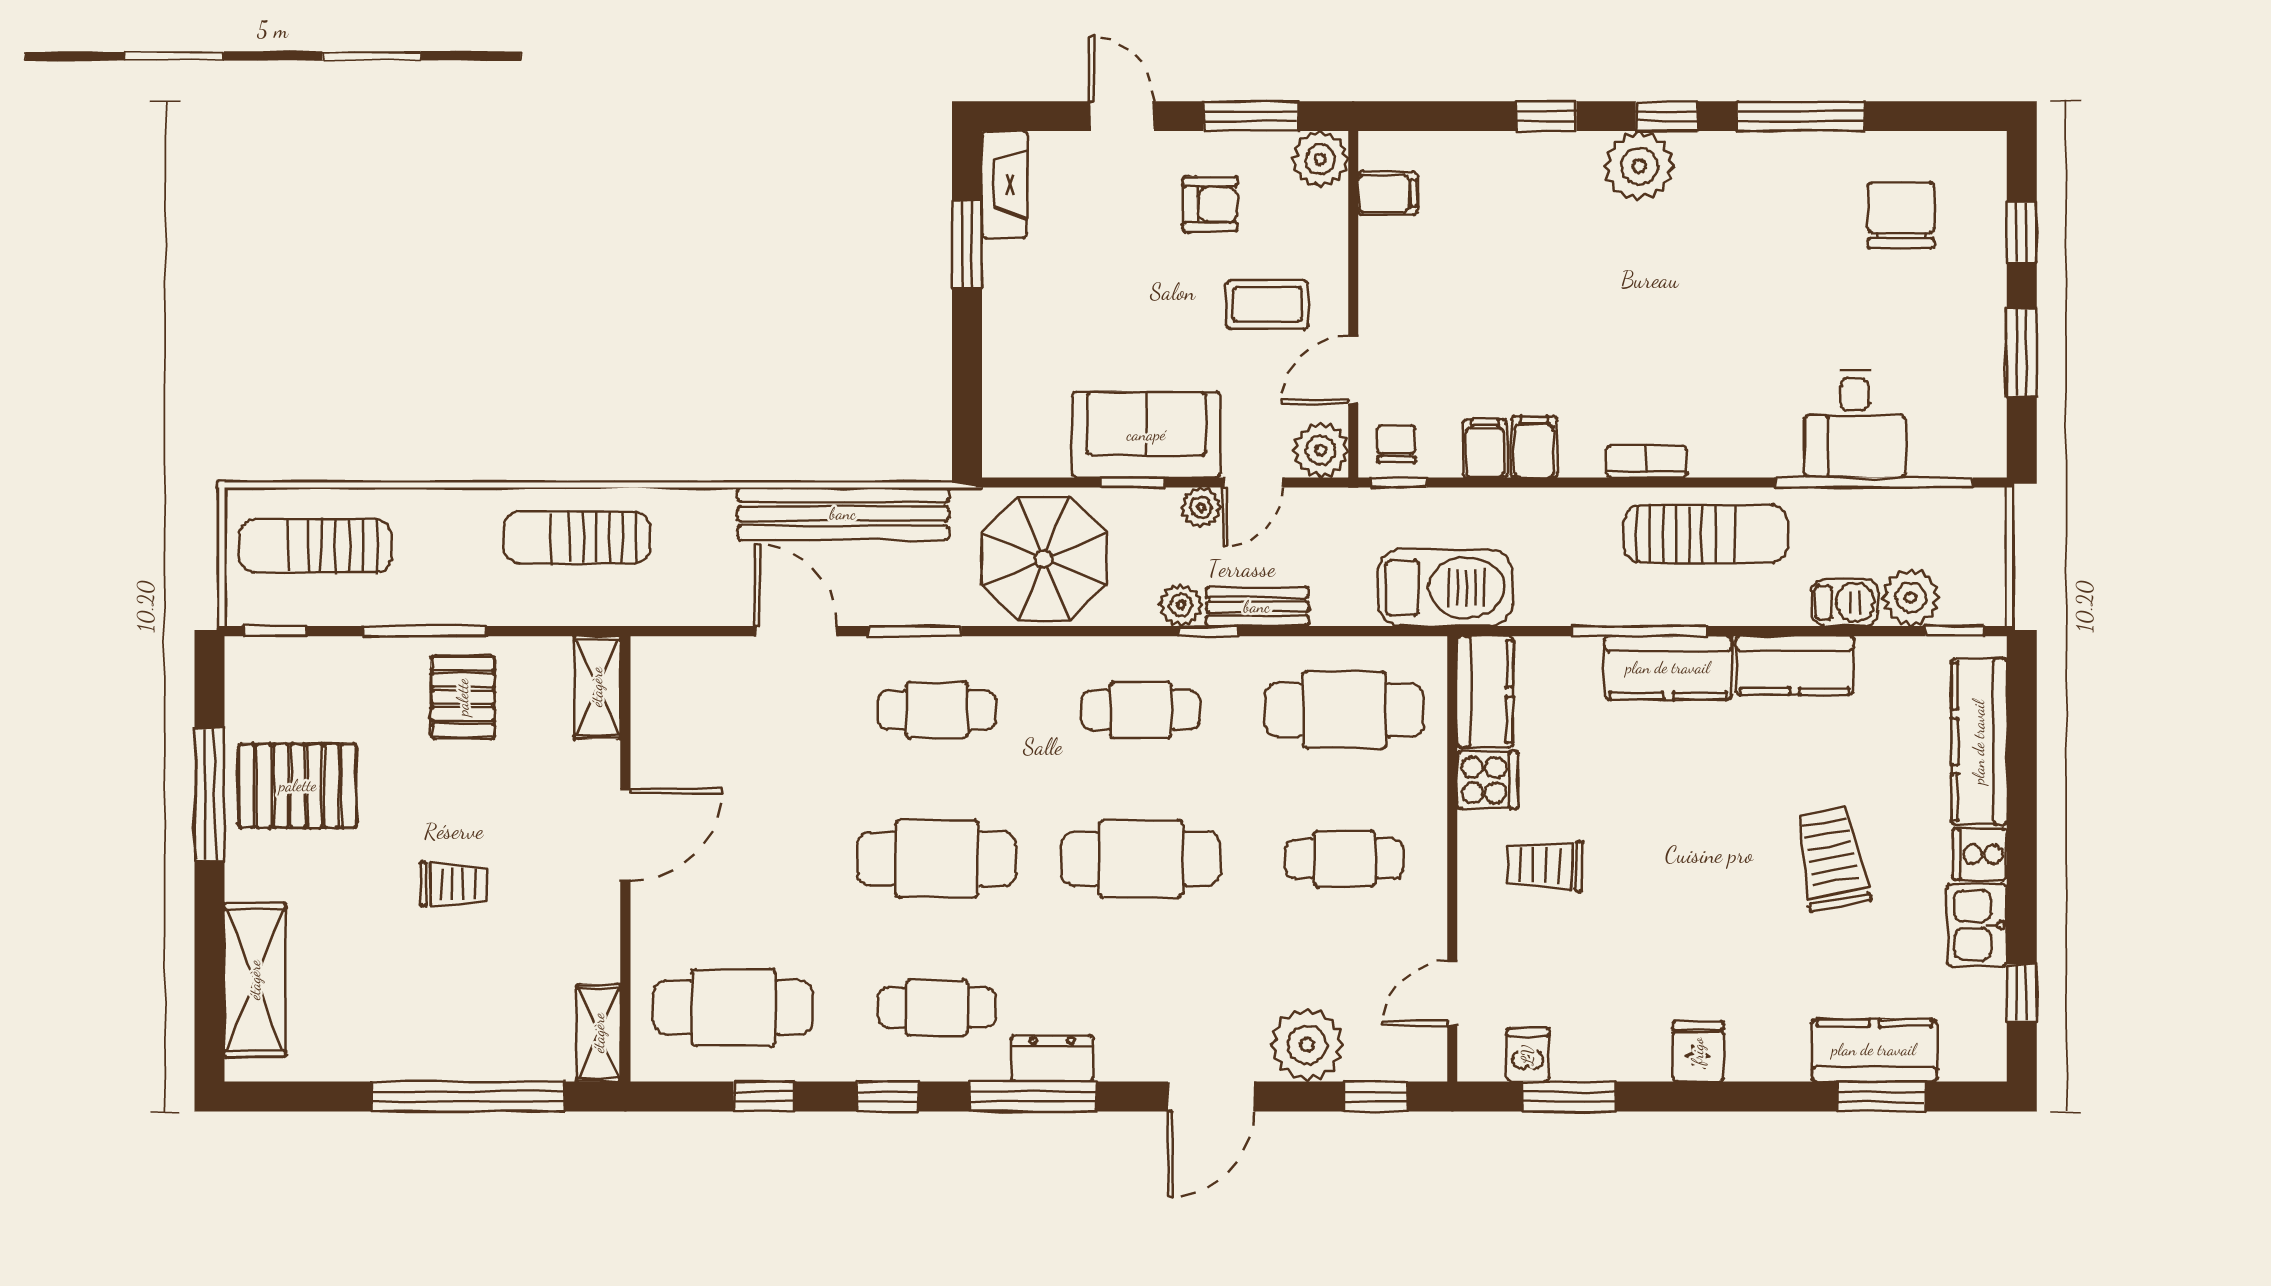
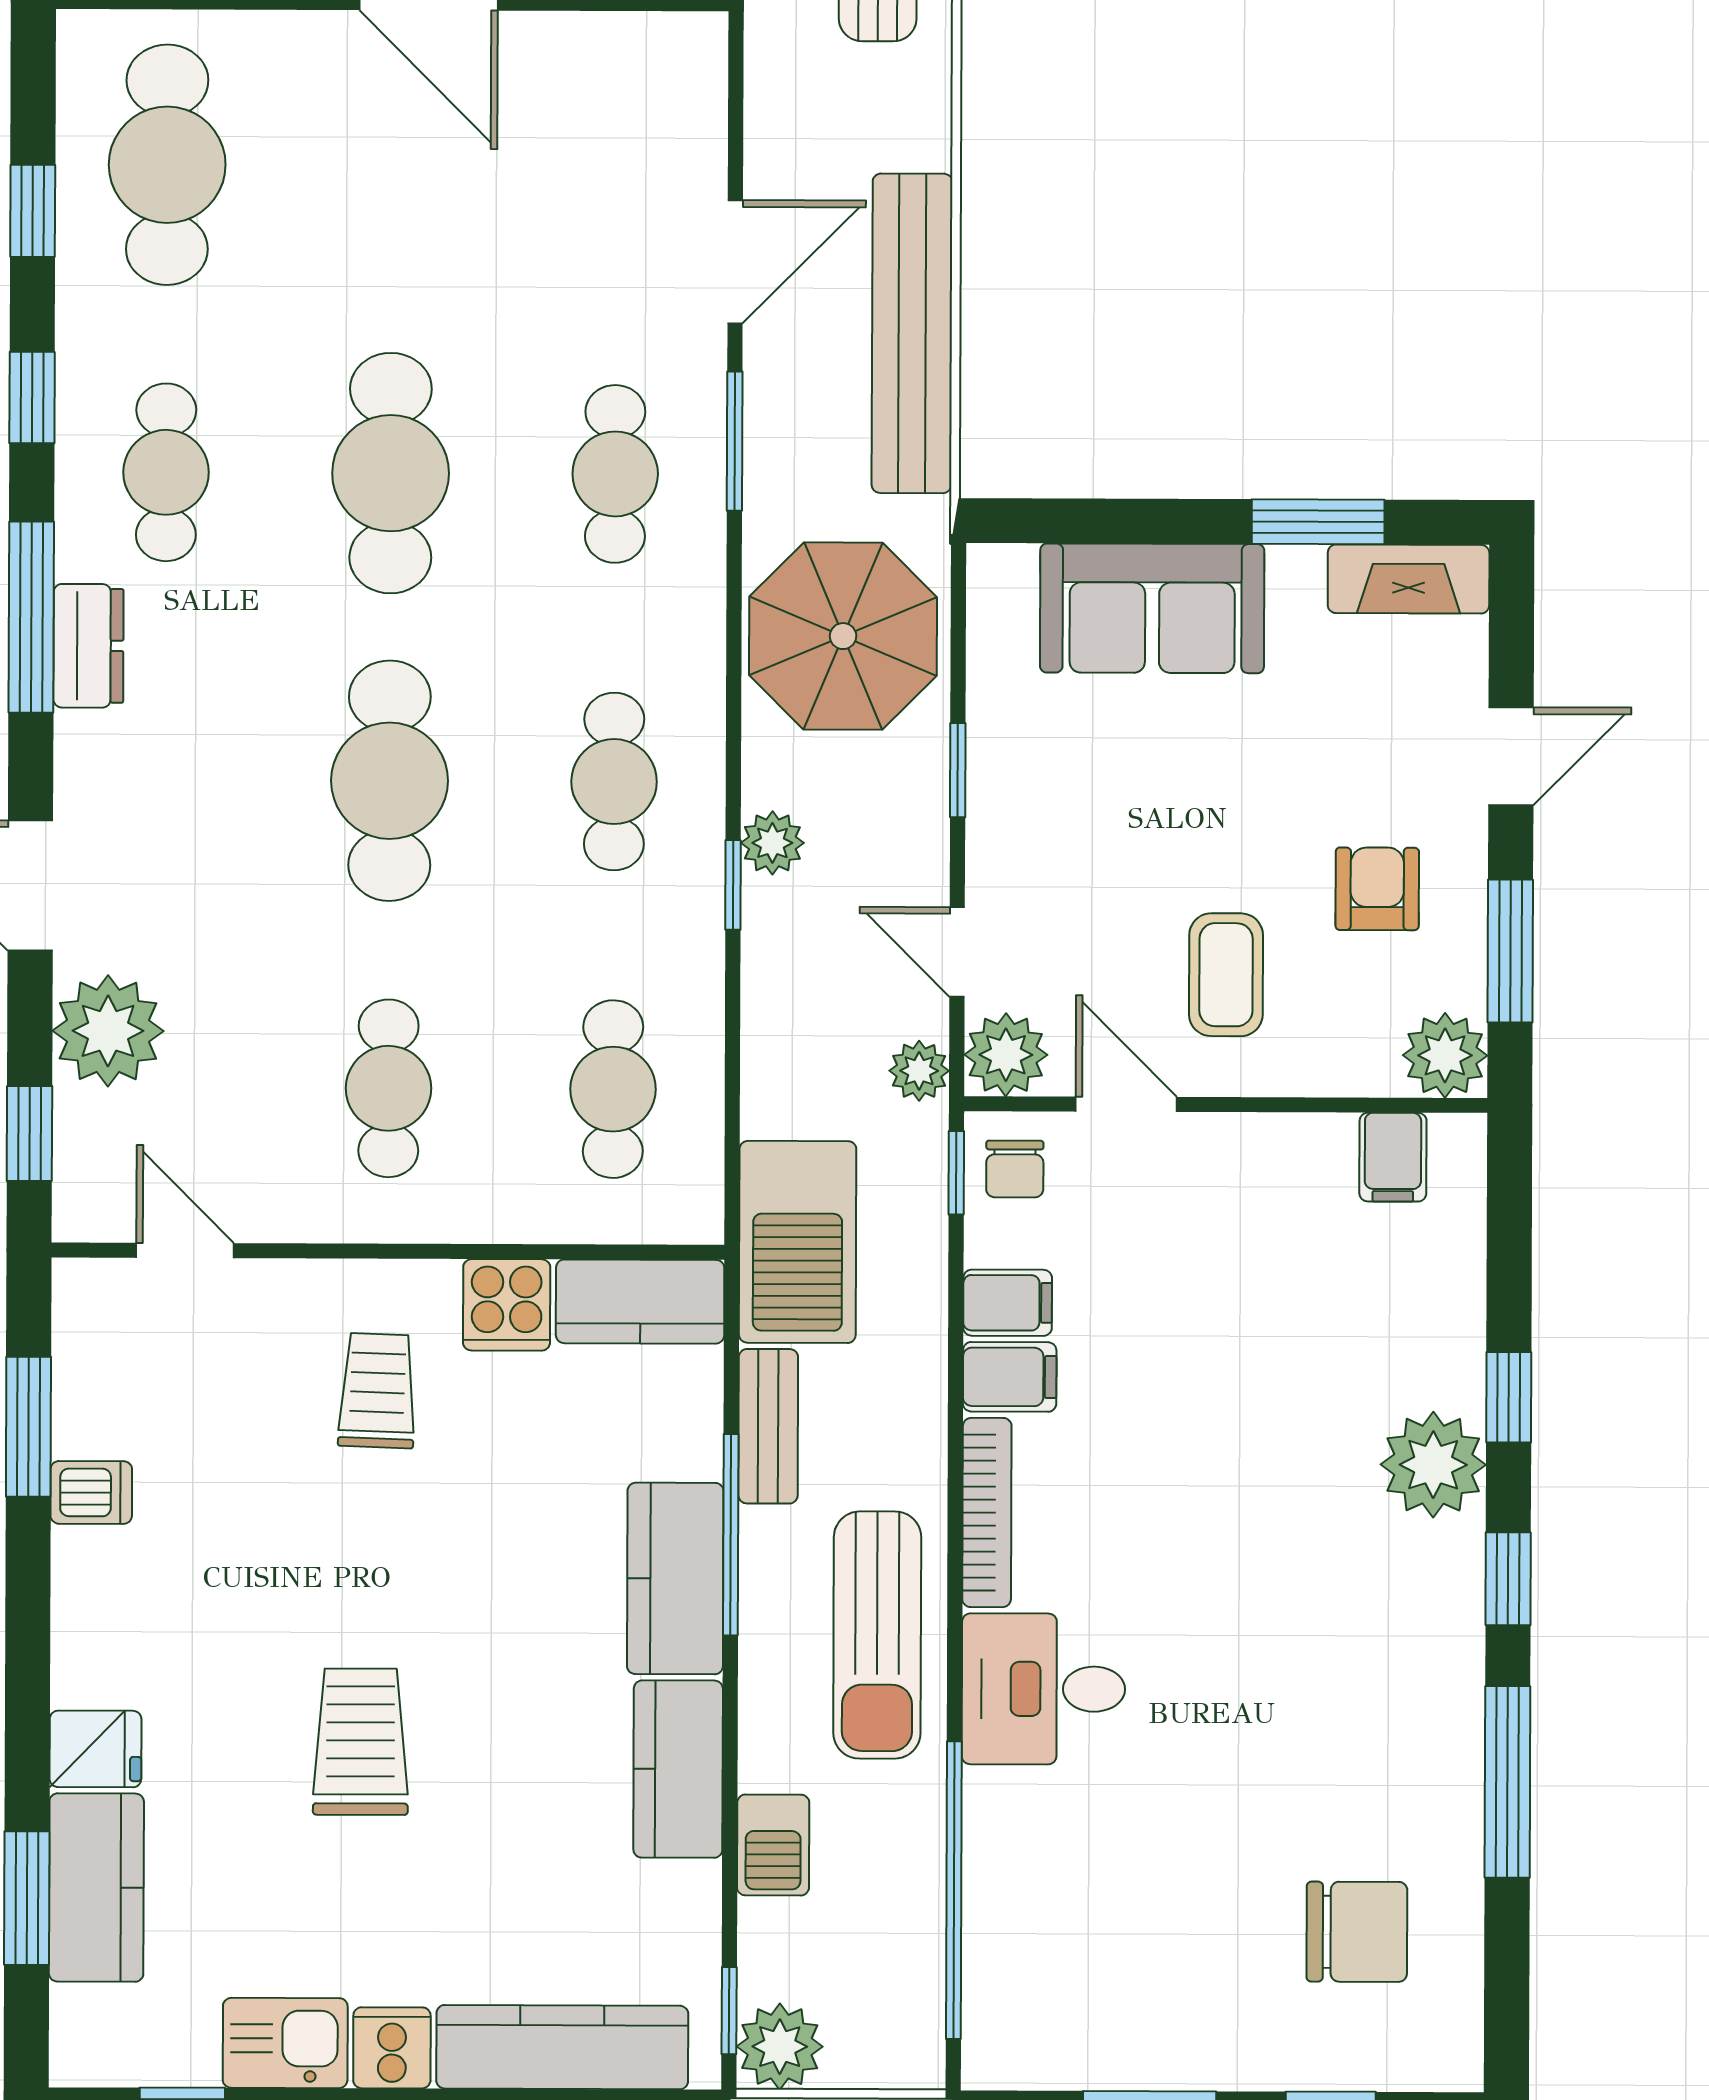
plant: (1639, 166) -> (1433, 1465), moved
armchair: (1210, 204) -> (1377, 889), turned 180
desk: (1855, 424) -> (1043, 1689), moved
sofa: (1146, 435) -> (1152, 608), moved, turned 90
chair: (1396, 444) -> (1015, 1169), turned 90
bookcase: (1647, 462) -> (987, 1512), width x1.56
plant: (1201, 507) -> (919, 1071), moved
plant: (1911, 597) -> (780, 2047), moved
bench: (1257, 607) -> (768, 1426), moved
cafe table: (1344, 710) -> (613, 1089), width x0.73, depth x0.74
trolley: (1832, 859) -> (361, 1742), moved, turned -79
fridge: (1698, 1051) -> (95, 1749), moved
dishwasher: (1528, 1055) -> (91, 1492), moved

